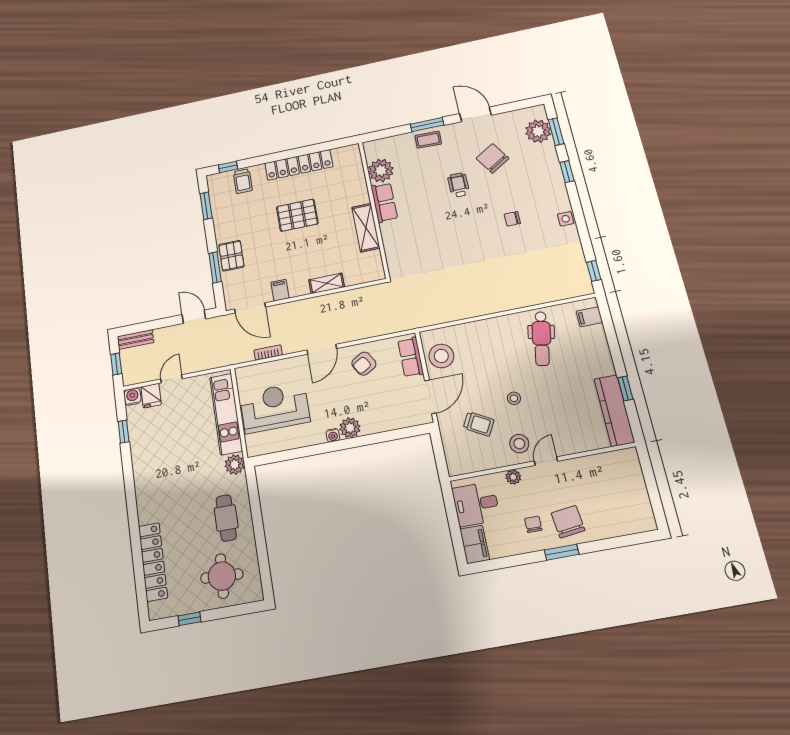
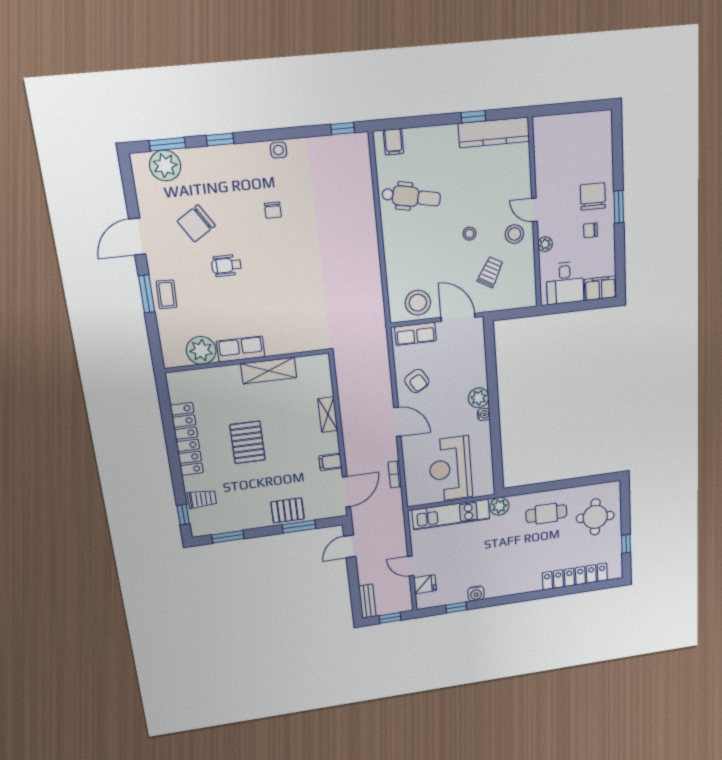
water cooler: (133, 396) -> (476, 593), moved, turned -90
chair: (568, 522) -> (593, 196), turned 97

